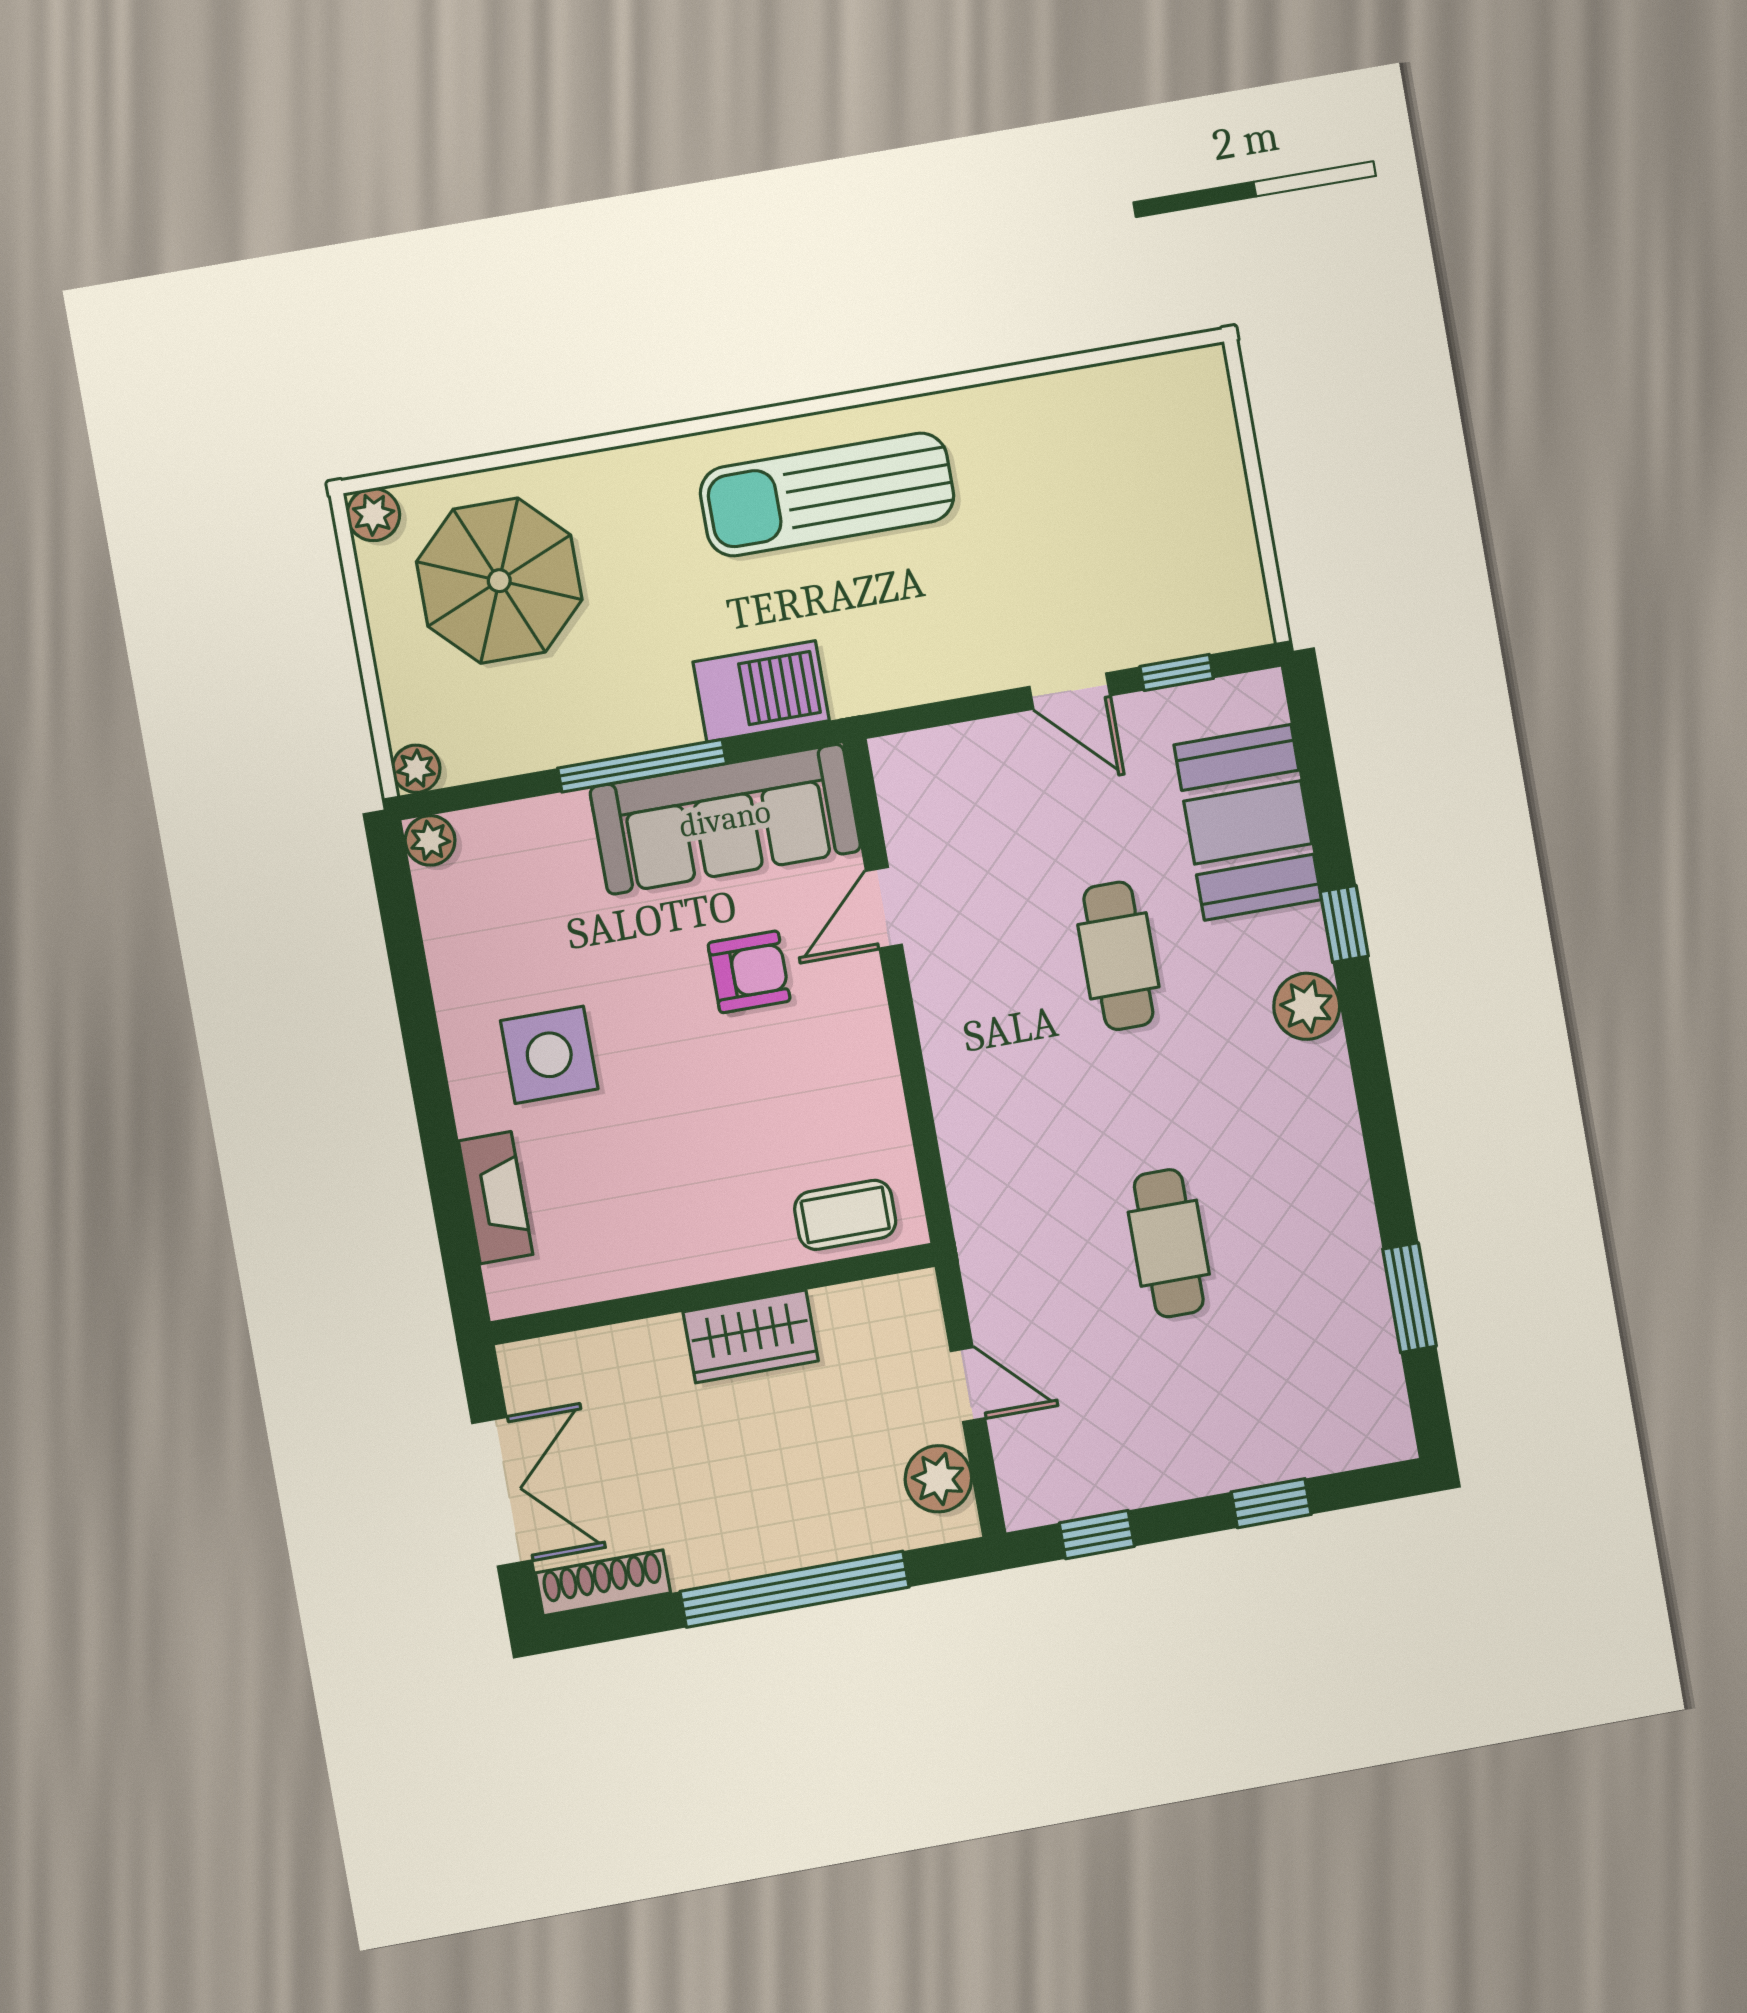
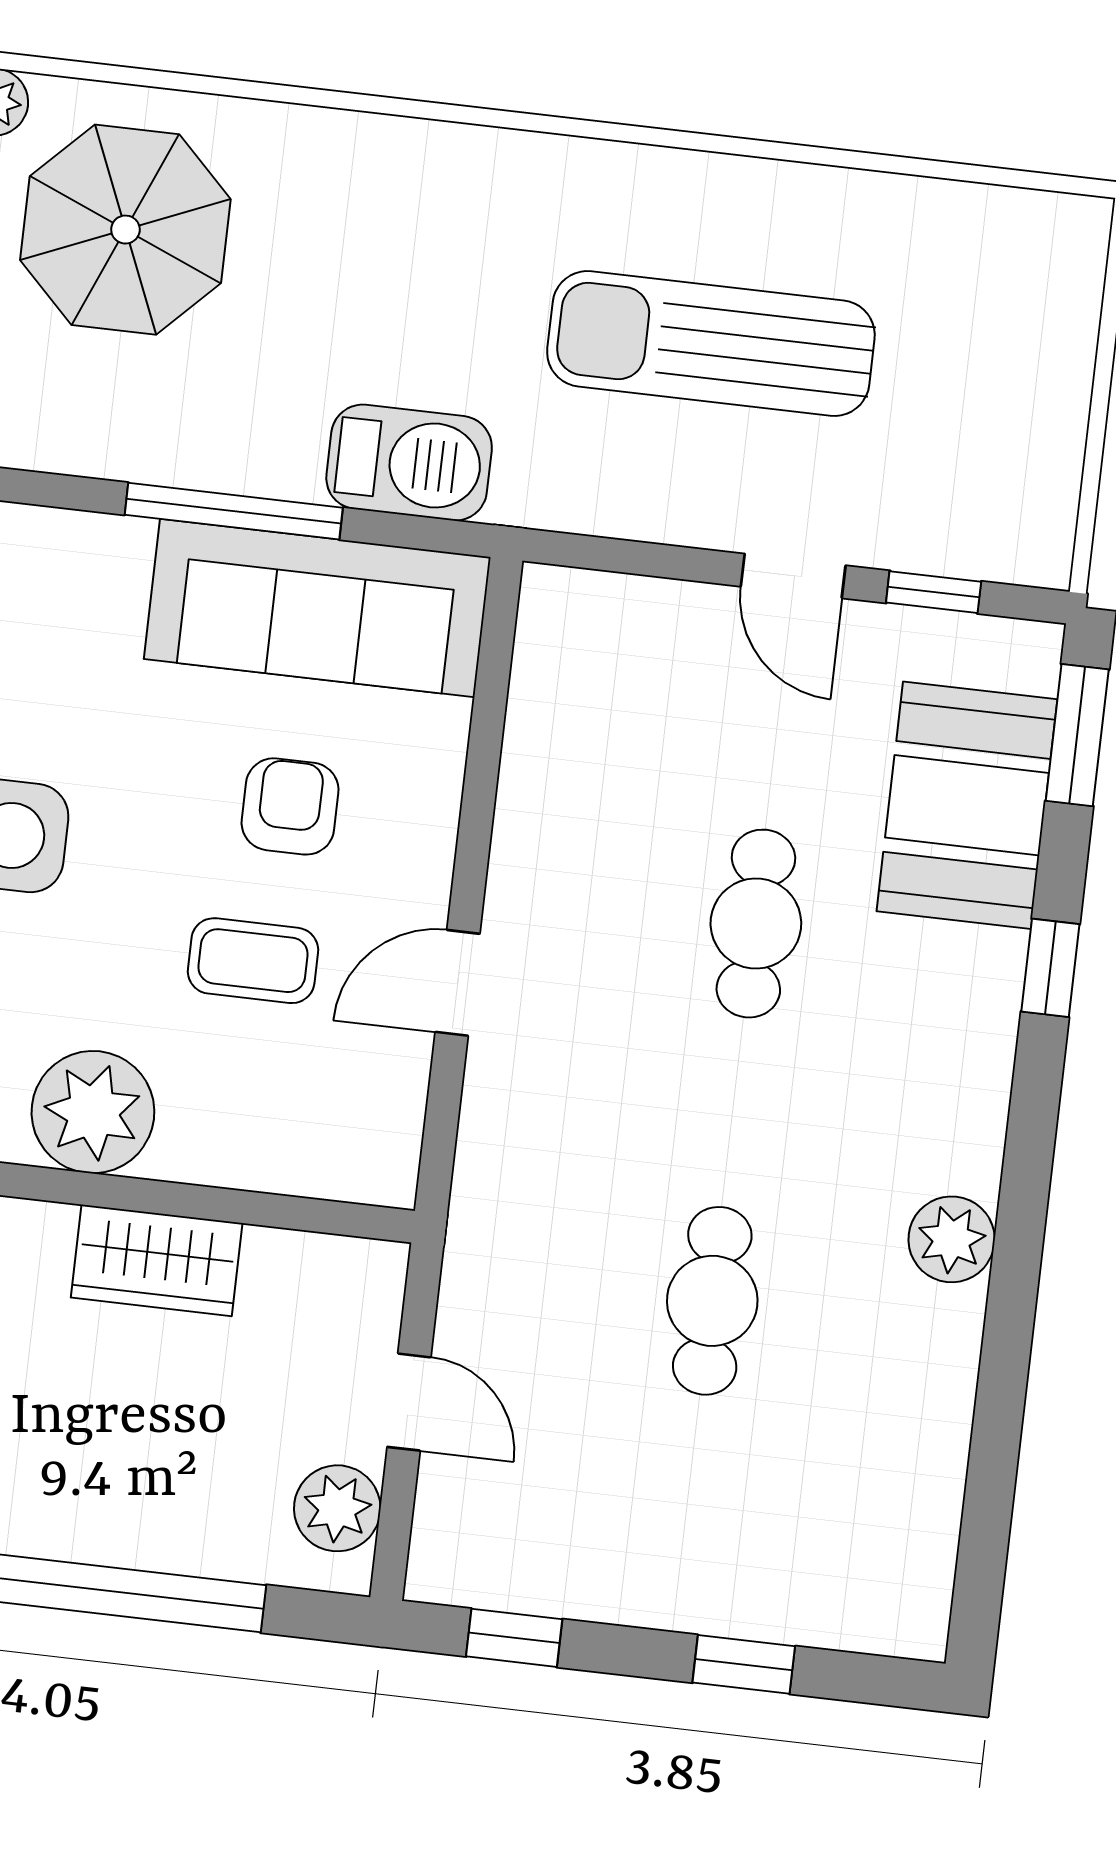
sun lounger: (827, 494) -> (711, 343), moved
door: (884, 908) -> (458, 983), moved
armchair: (749, 972) -> (290, 806), turned -90
plant: (1307, 1006) -> (952, 1239), moved
coffee table: (845, 1215) -> (253, 961), moved
plant: (671, 1241) -> (93, 1112), added
window: (1409, 1298) -> (1077, 735), moved

